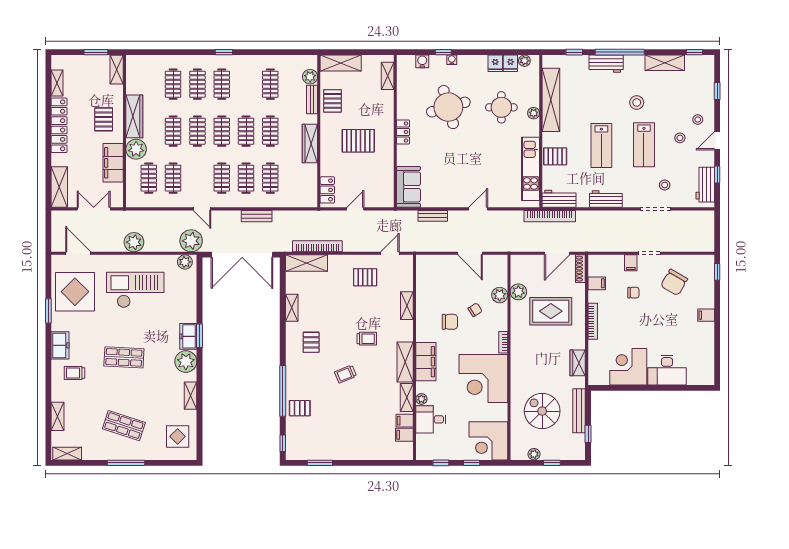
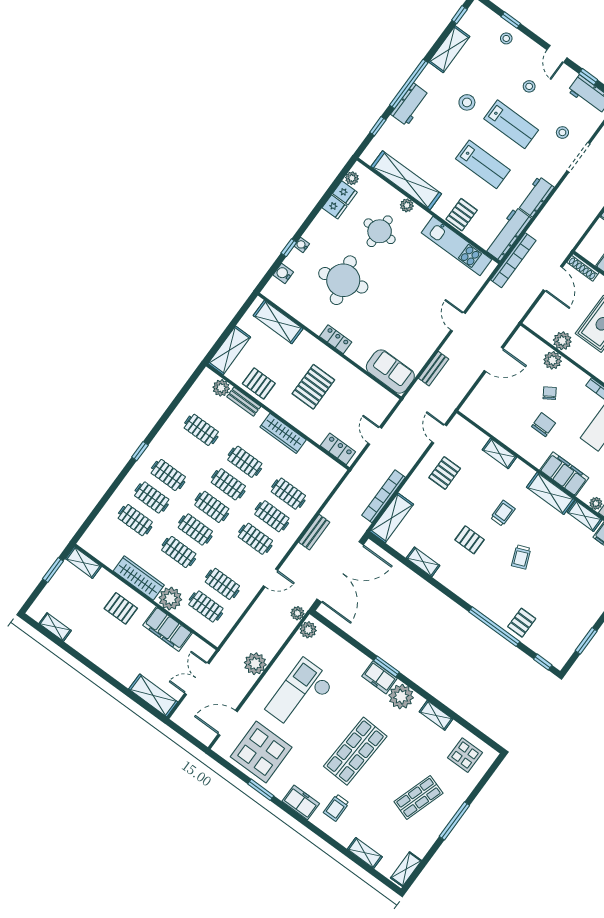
shelving: (388, 76) -> (278, 322), width x1.50, depth x1.33
stool: (698, 120) -> (506, 38), moved
locker: (59, 125) -> (96, 654), removed
workbench: (559, 199) -> (508, 234), width x1.38
plant: (191, 241) -> (297, 613), width x0.53, depth x0.53
pallet: (311, 342) -> (470, 540), moved
shop shelf: (124, 357) -> (355, 751), width x1.43, depth x1.36

